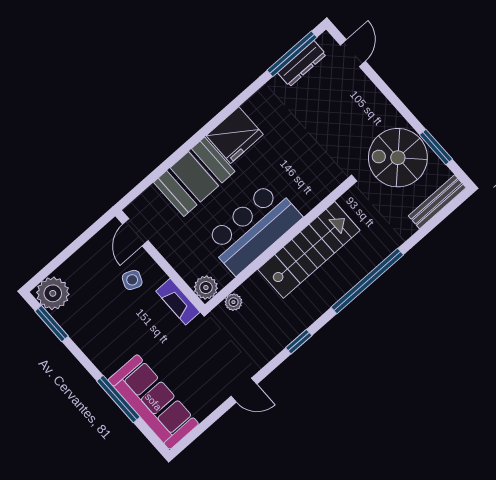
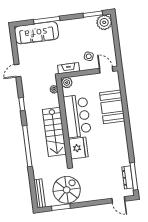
fridge: (235, 135) -> (78, 148), moved, turned 180

